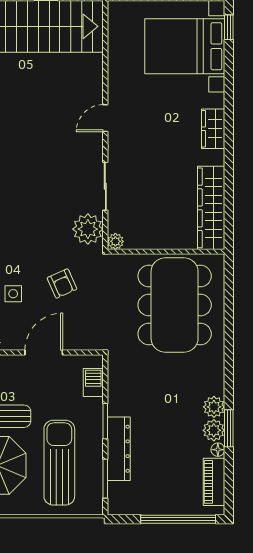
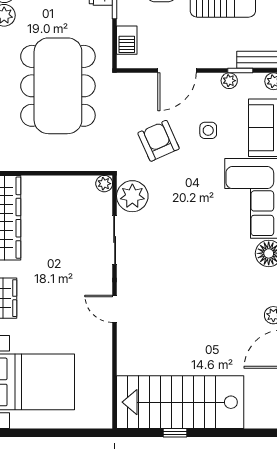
door: (105, 118) -> (115, 309), swing flipped
armchair: (62, 283) -> (159, 141), width x1.38, depth x1.38
dining table: (175, 305) -> (58, 86), moved

